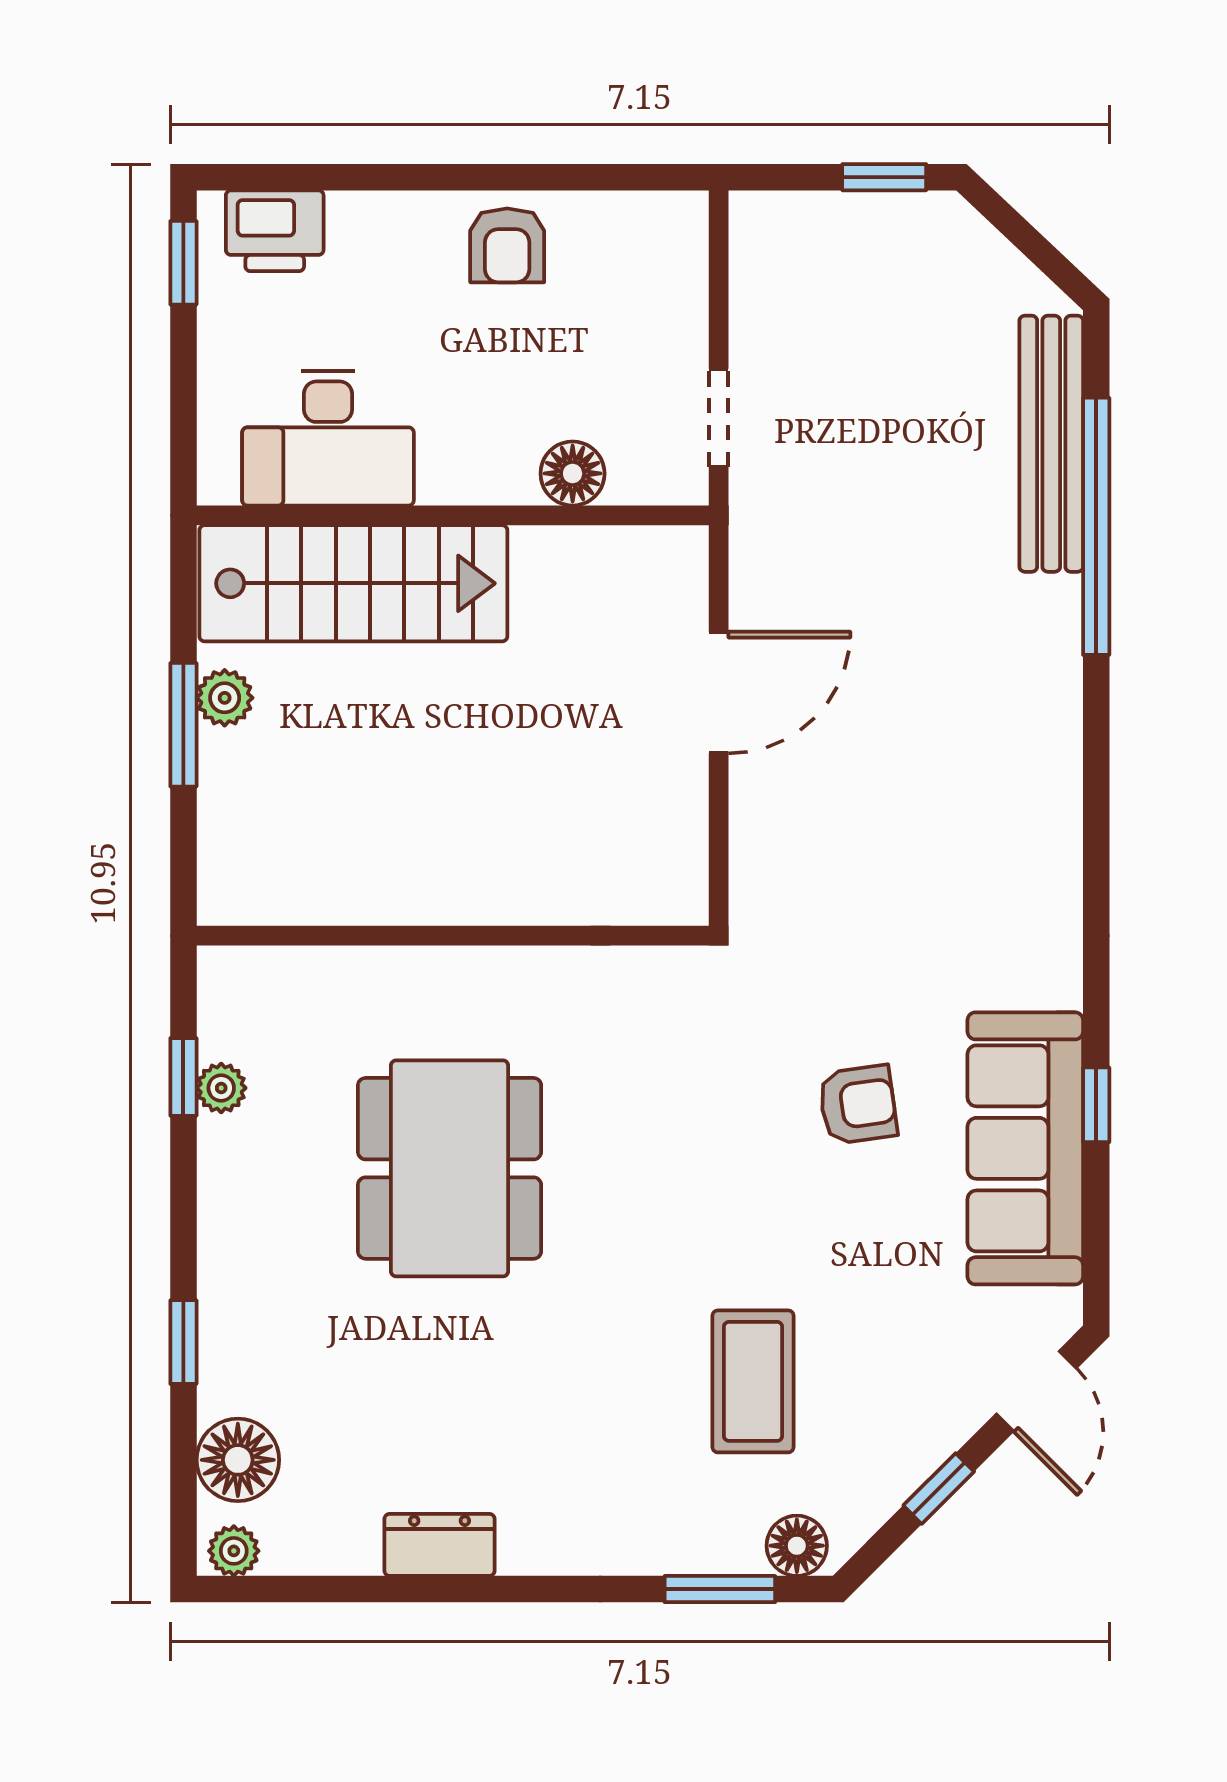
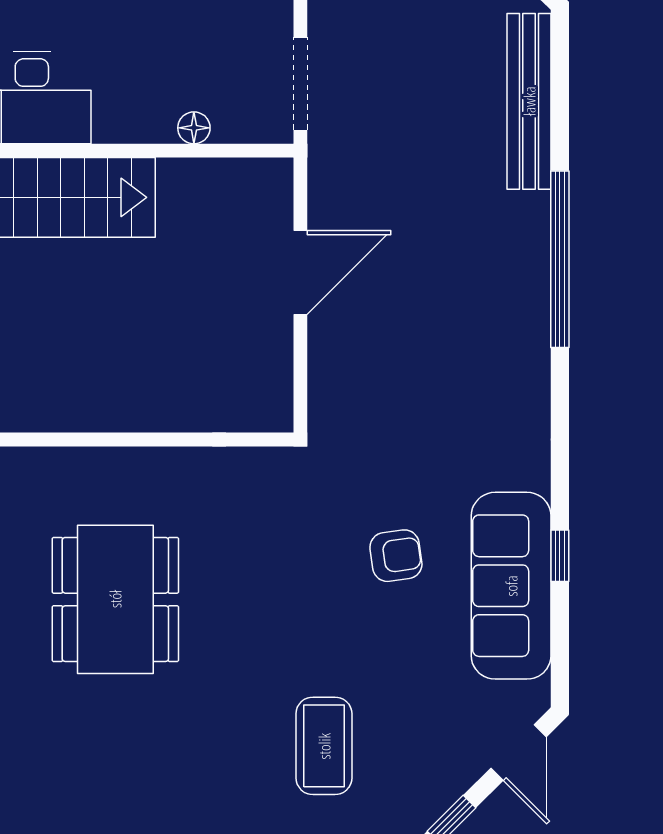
doorway: (719, 418) -> (300, 84), width x1.38
floor lamp: (573, 473) -> (194, 128), width x0.73, depth x0.73
window: (1096, 526) -> (560, 259), moved

